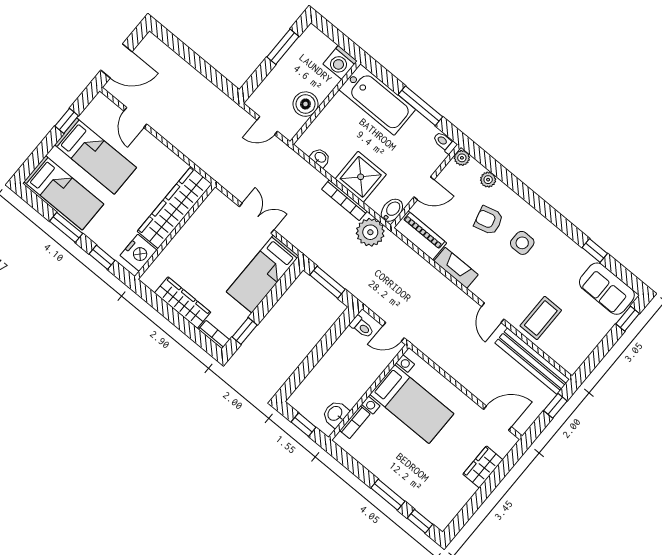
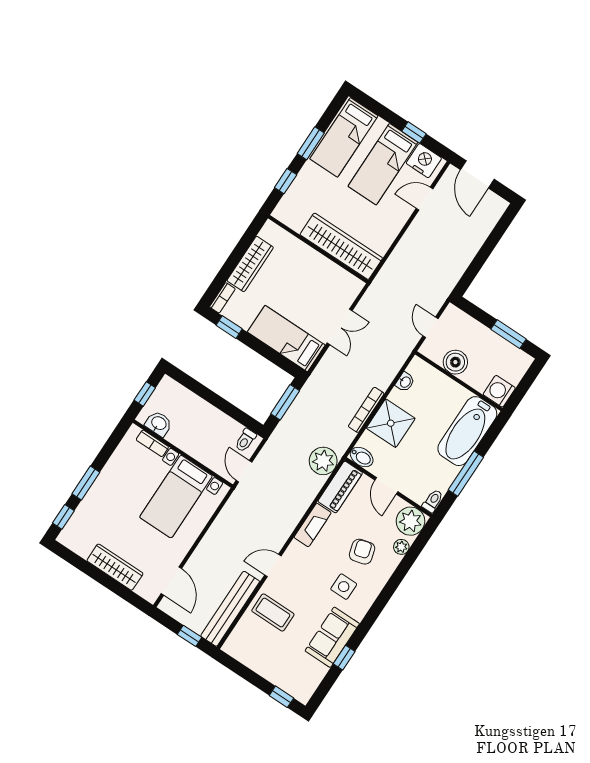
plant: (462, 158) -> (411, 521), width x1.88, depth x1.88
plant: (370, 232) -> (323, 461), moved
nightstand: (139, 253) -> (424, 161), moved, turned 180
sofa: (607, 289) -> (332, 637), moved
wardrobe: (483, 467) -> (115, 567), width x1.50

